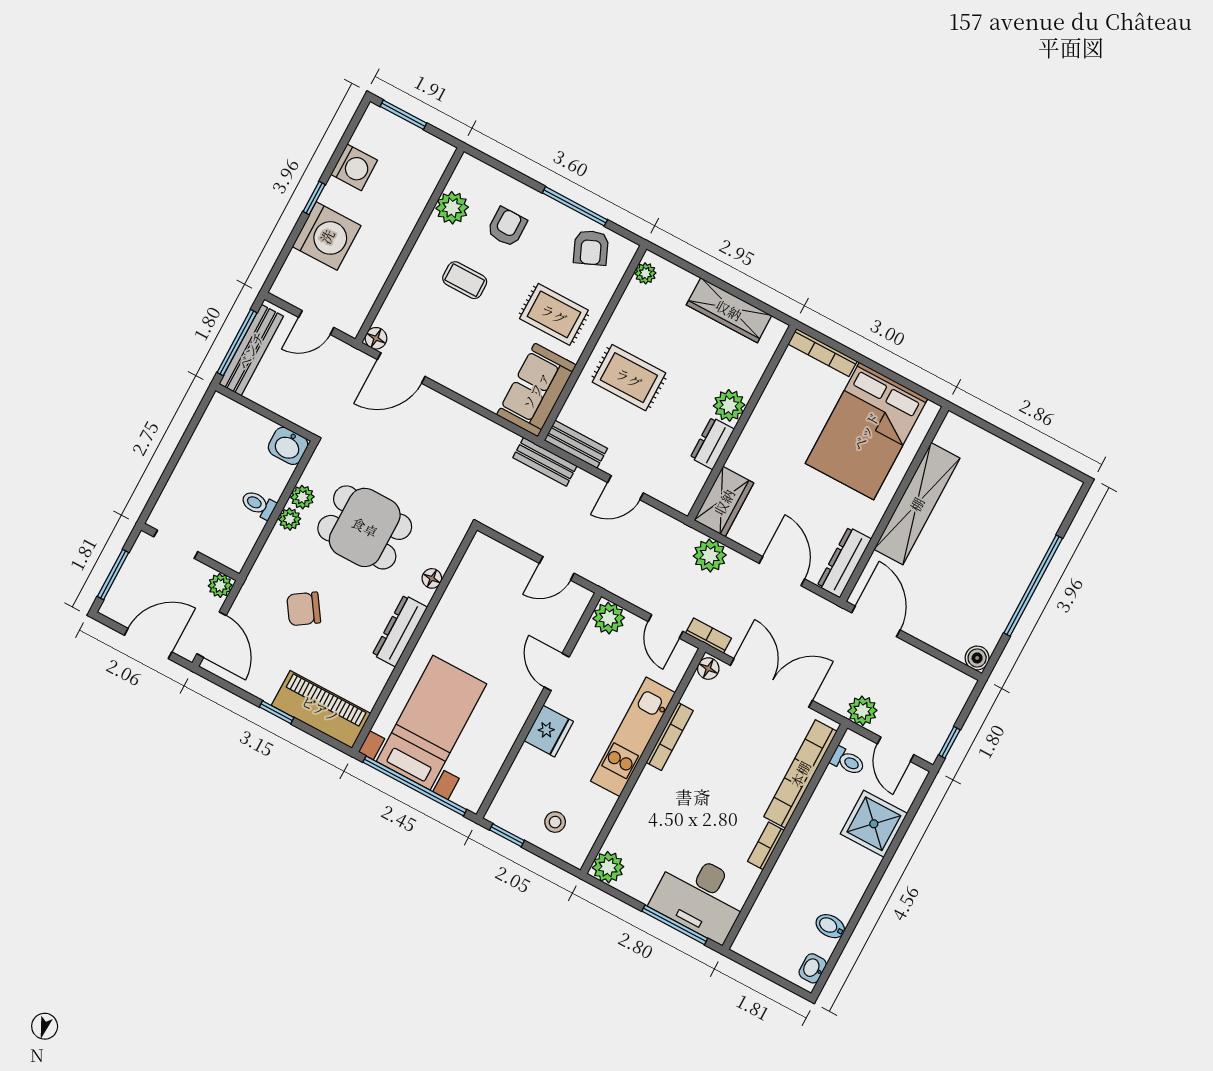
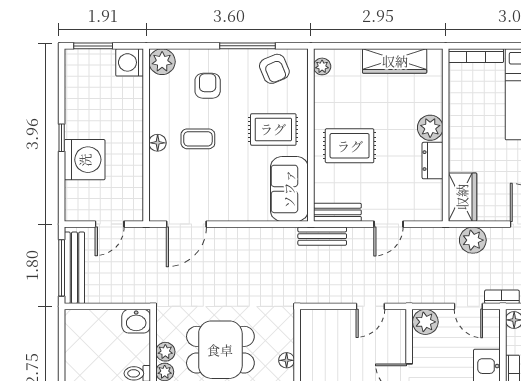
washing machine: (354, 167) -> (130, 62), moved, turned 180
plant: (452, 208) -> (162, 62), moved
floor lamp: (376, 338) -> (158, 143), moved

